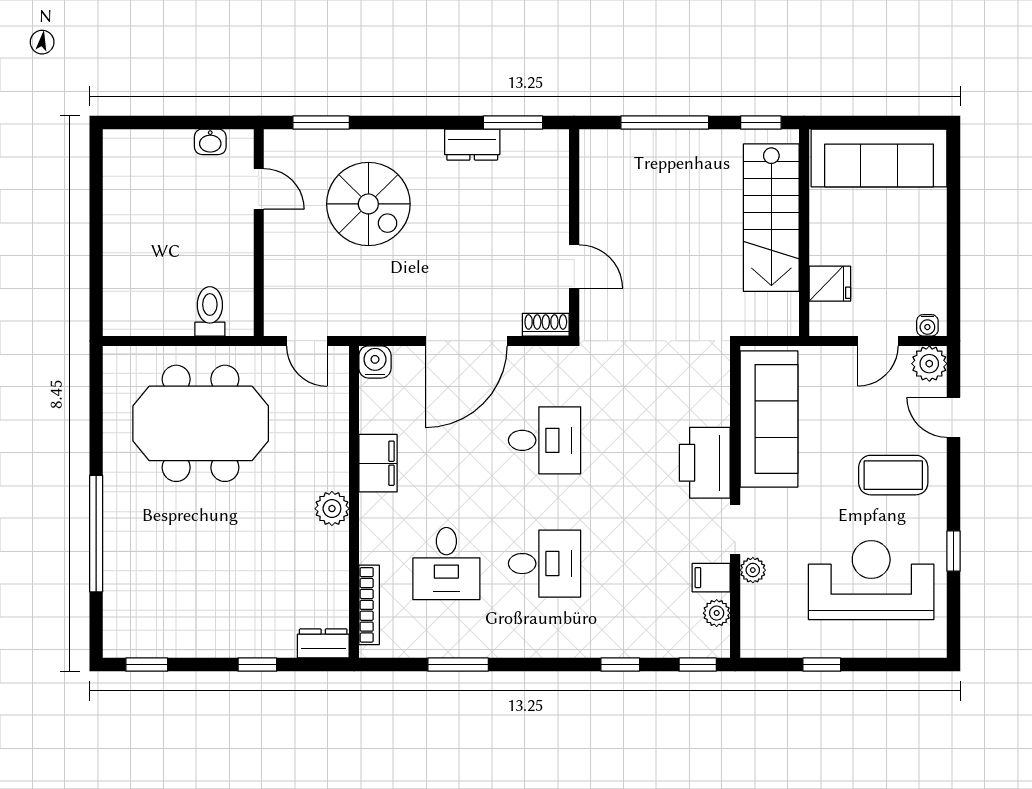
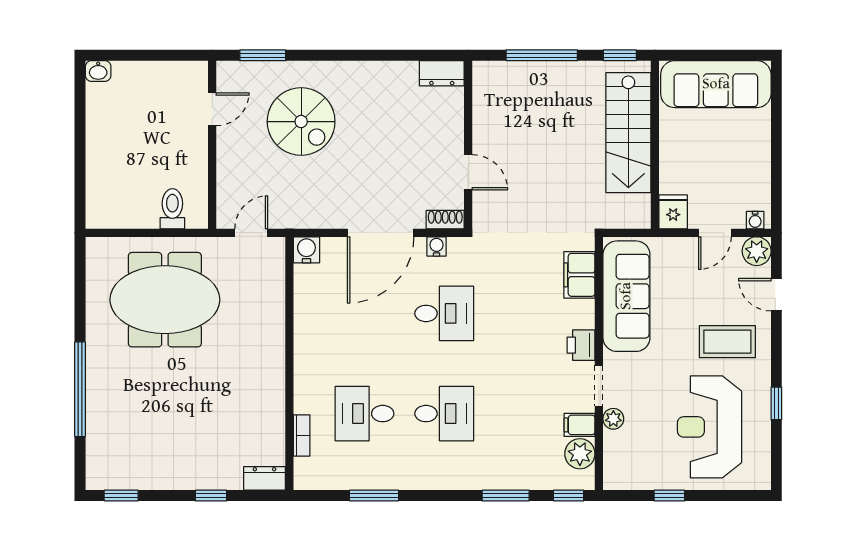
window: (513, 122) -> (419, 55), removed
washbasin: (210, 142) -> (98, 71), moved
dresser: (472, 145) -> (442, 73), moved
door: (259, 189) -> (212, 109), hinge flipped
fridge: (830, 284) -> (673, 212), moved, turned -90
door: (307, 341) -> (251, 233), swing flipped
water cooler: (535, 358) -> (436, 246), added
filing cabinet: (378, 463) -> (579, 275), moved, turned 180
printer: (705, 463) -> (581, 345), width x0.53, depth x0.68
plant: (332, 509) -> (272, 369), removed
desk: (446, 564) -> (364, 414), turned 90
reception desk: (871, 580) -> (709, 427), turned -90
bookcase: (369, 605) -> (302, 435), width x0.64
plant: (717, 613) -> (580, 454), width x1.38, depth x1.38
window: (620, 665) -> (506, 496), width x1.50

